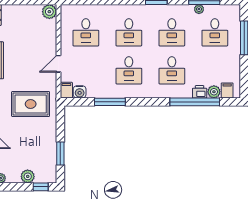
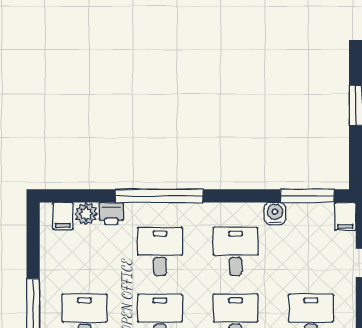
water cooler: (80, 92) -> (275, 214), moved
window: (110, 102) -> (307, 196), moved
window: (195, 102) -> (159, 196), moved

